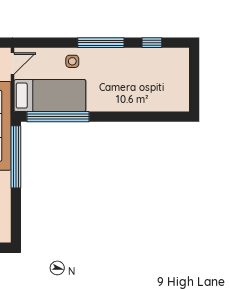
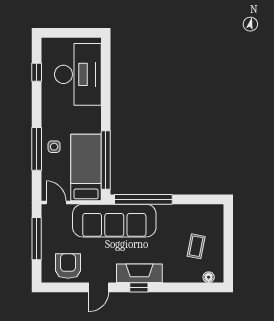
window: (101, 43) -> (37, 149), moved
desk: (150, 87) -> (78, 74), added

